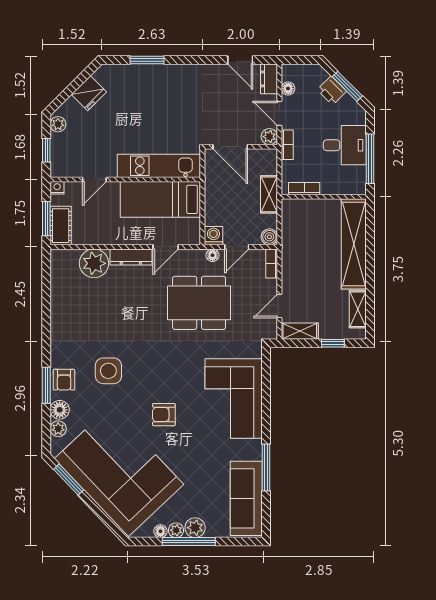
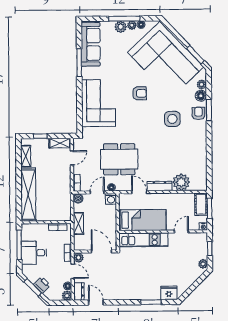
plant: (290, 72) -> (67, 296), added
fridge: (89, 93) -> (169, 293), moved, turned 45
door: (166, 247) -> (139, 192), hinge flipped

